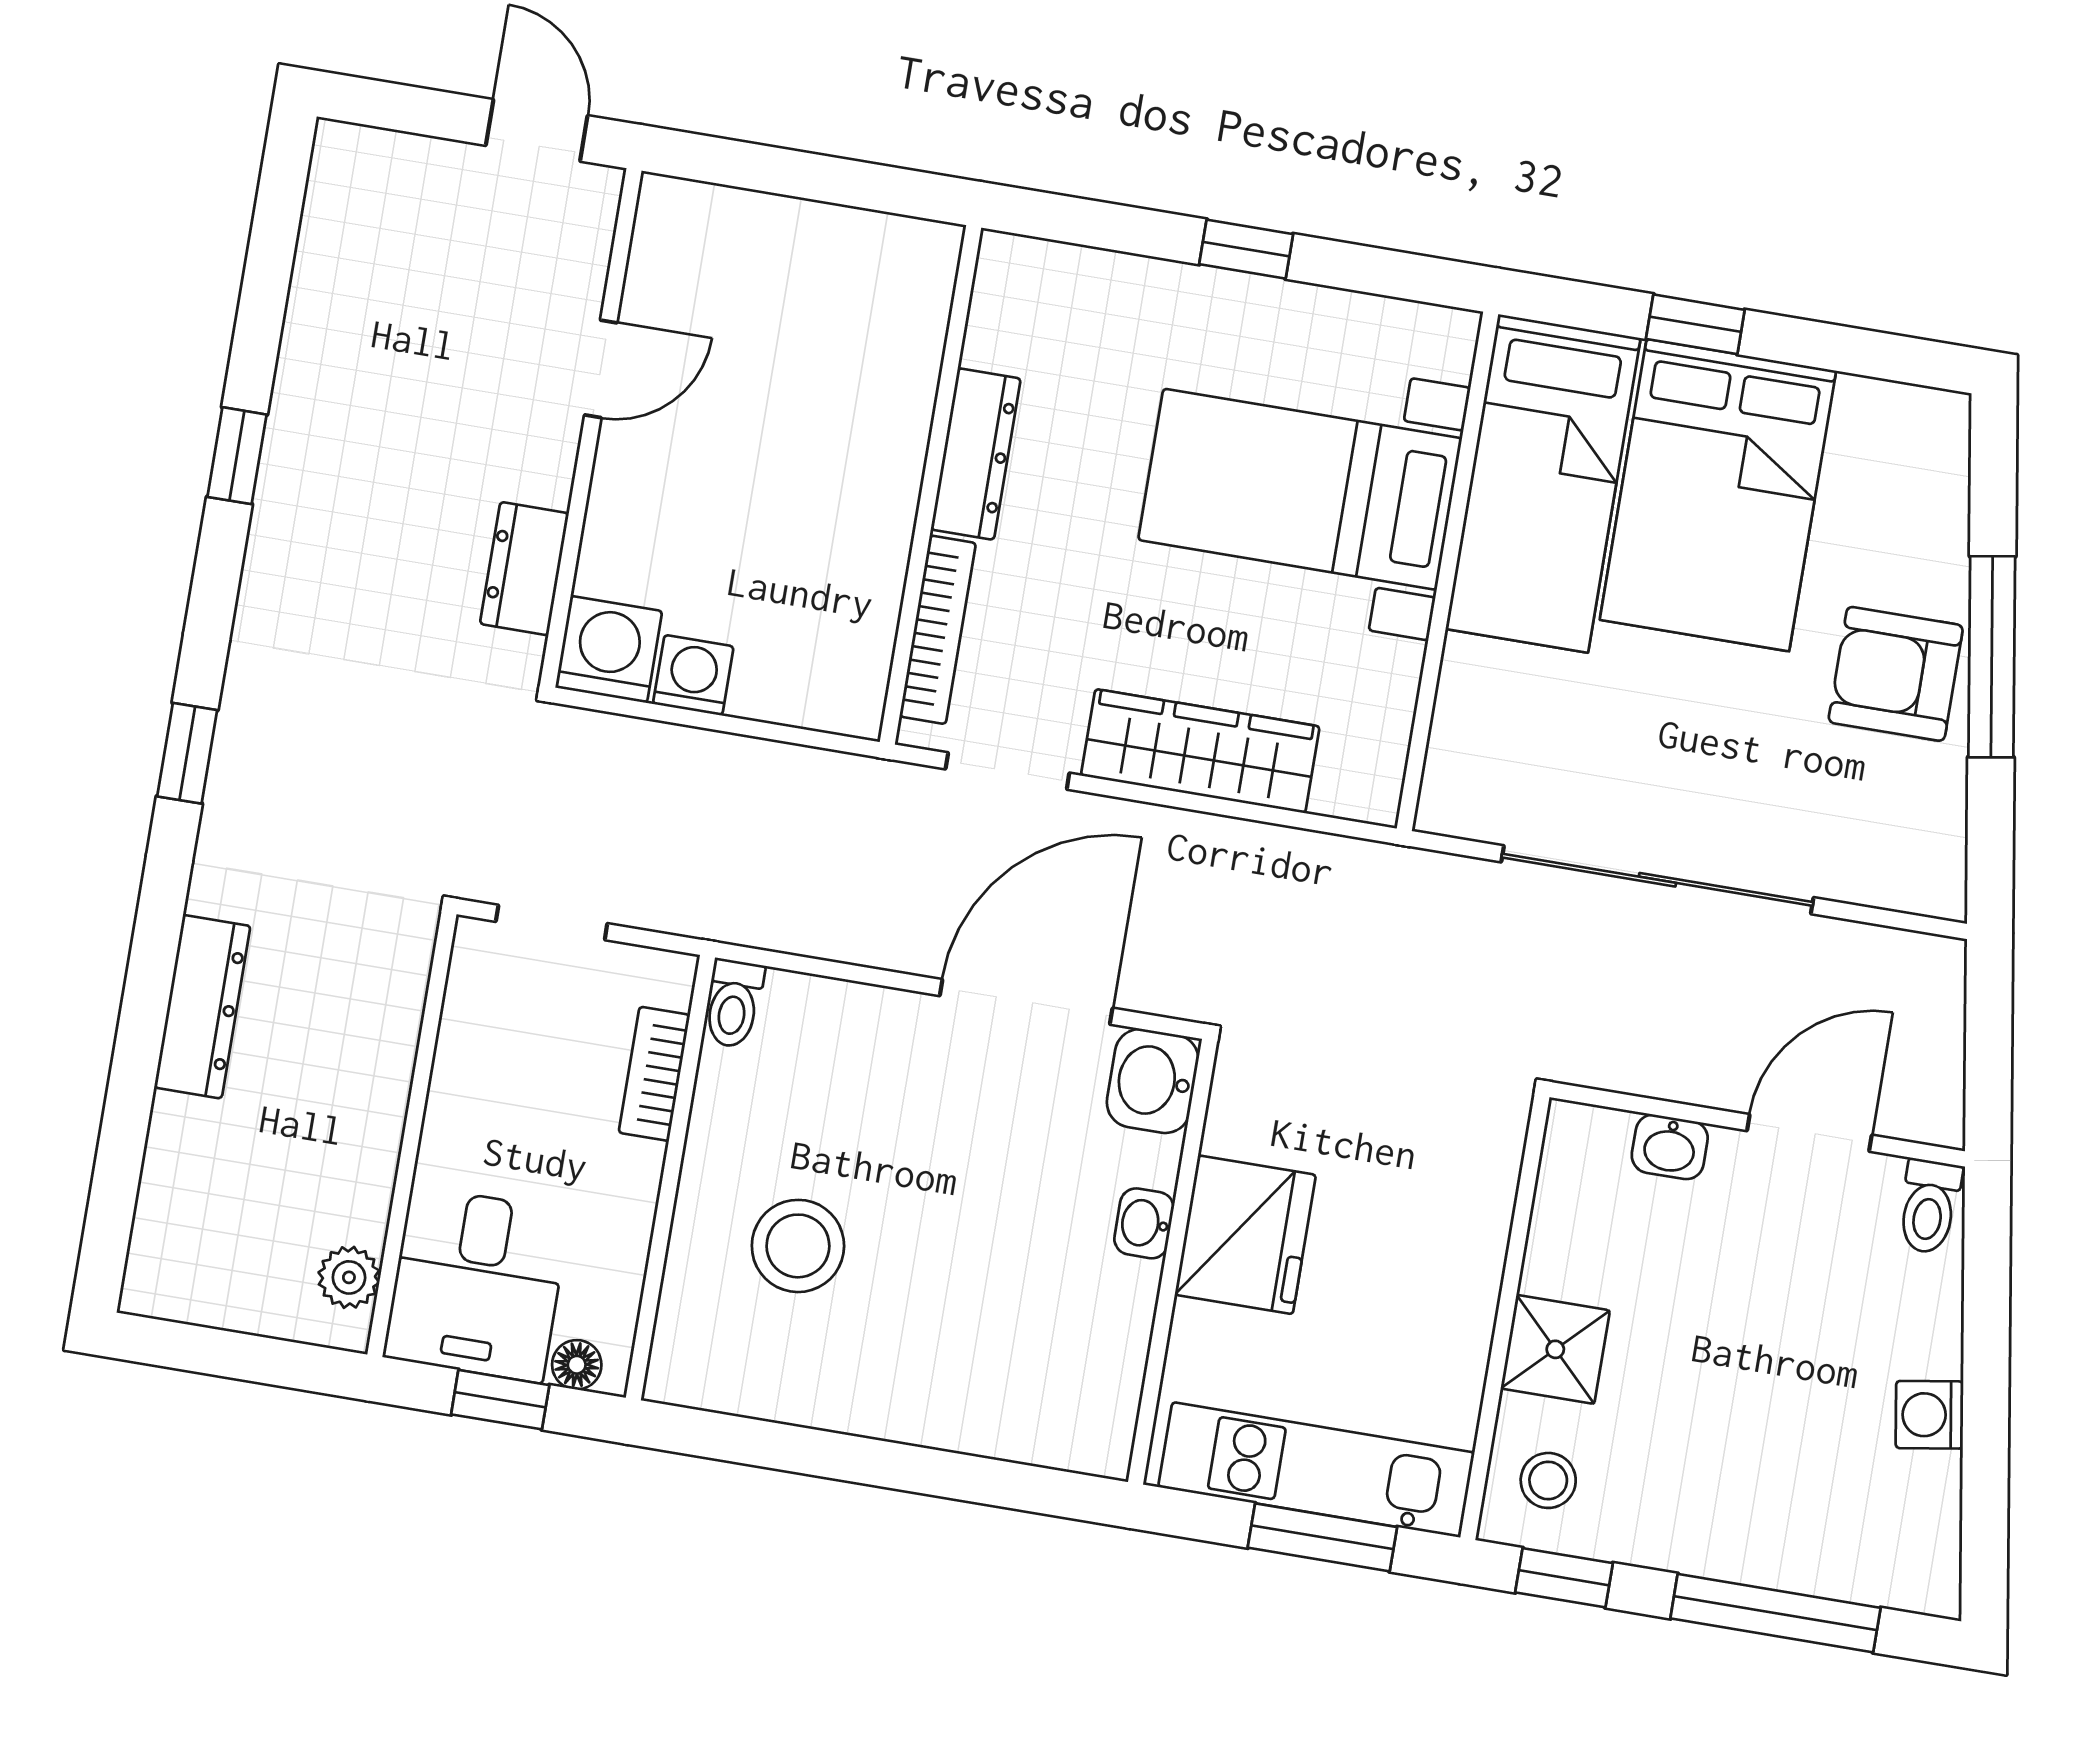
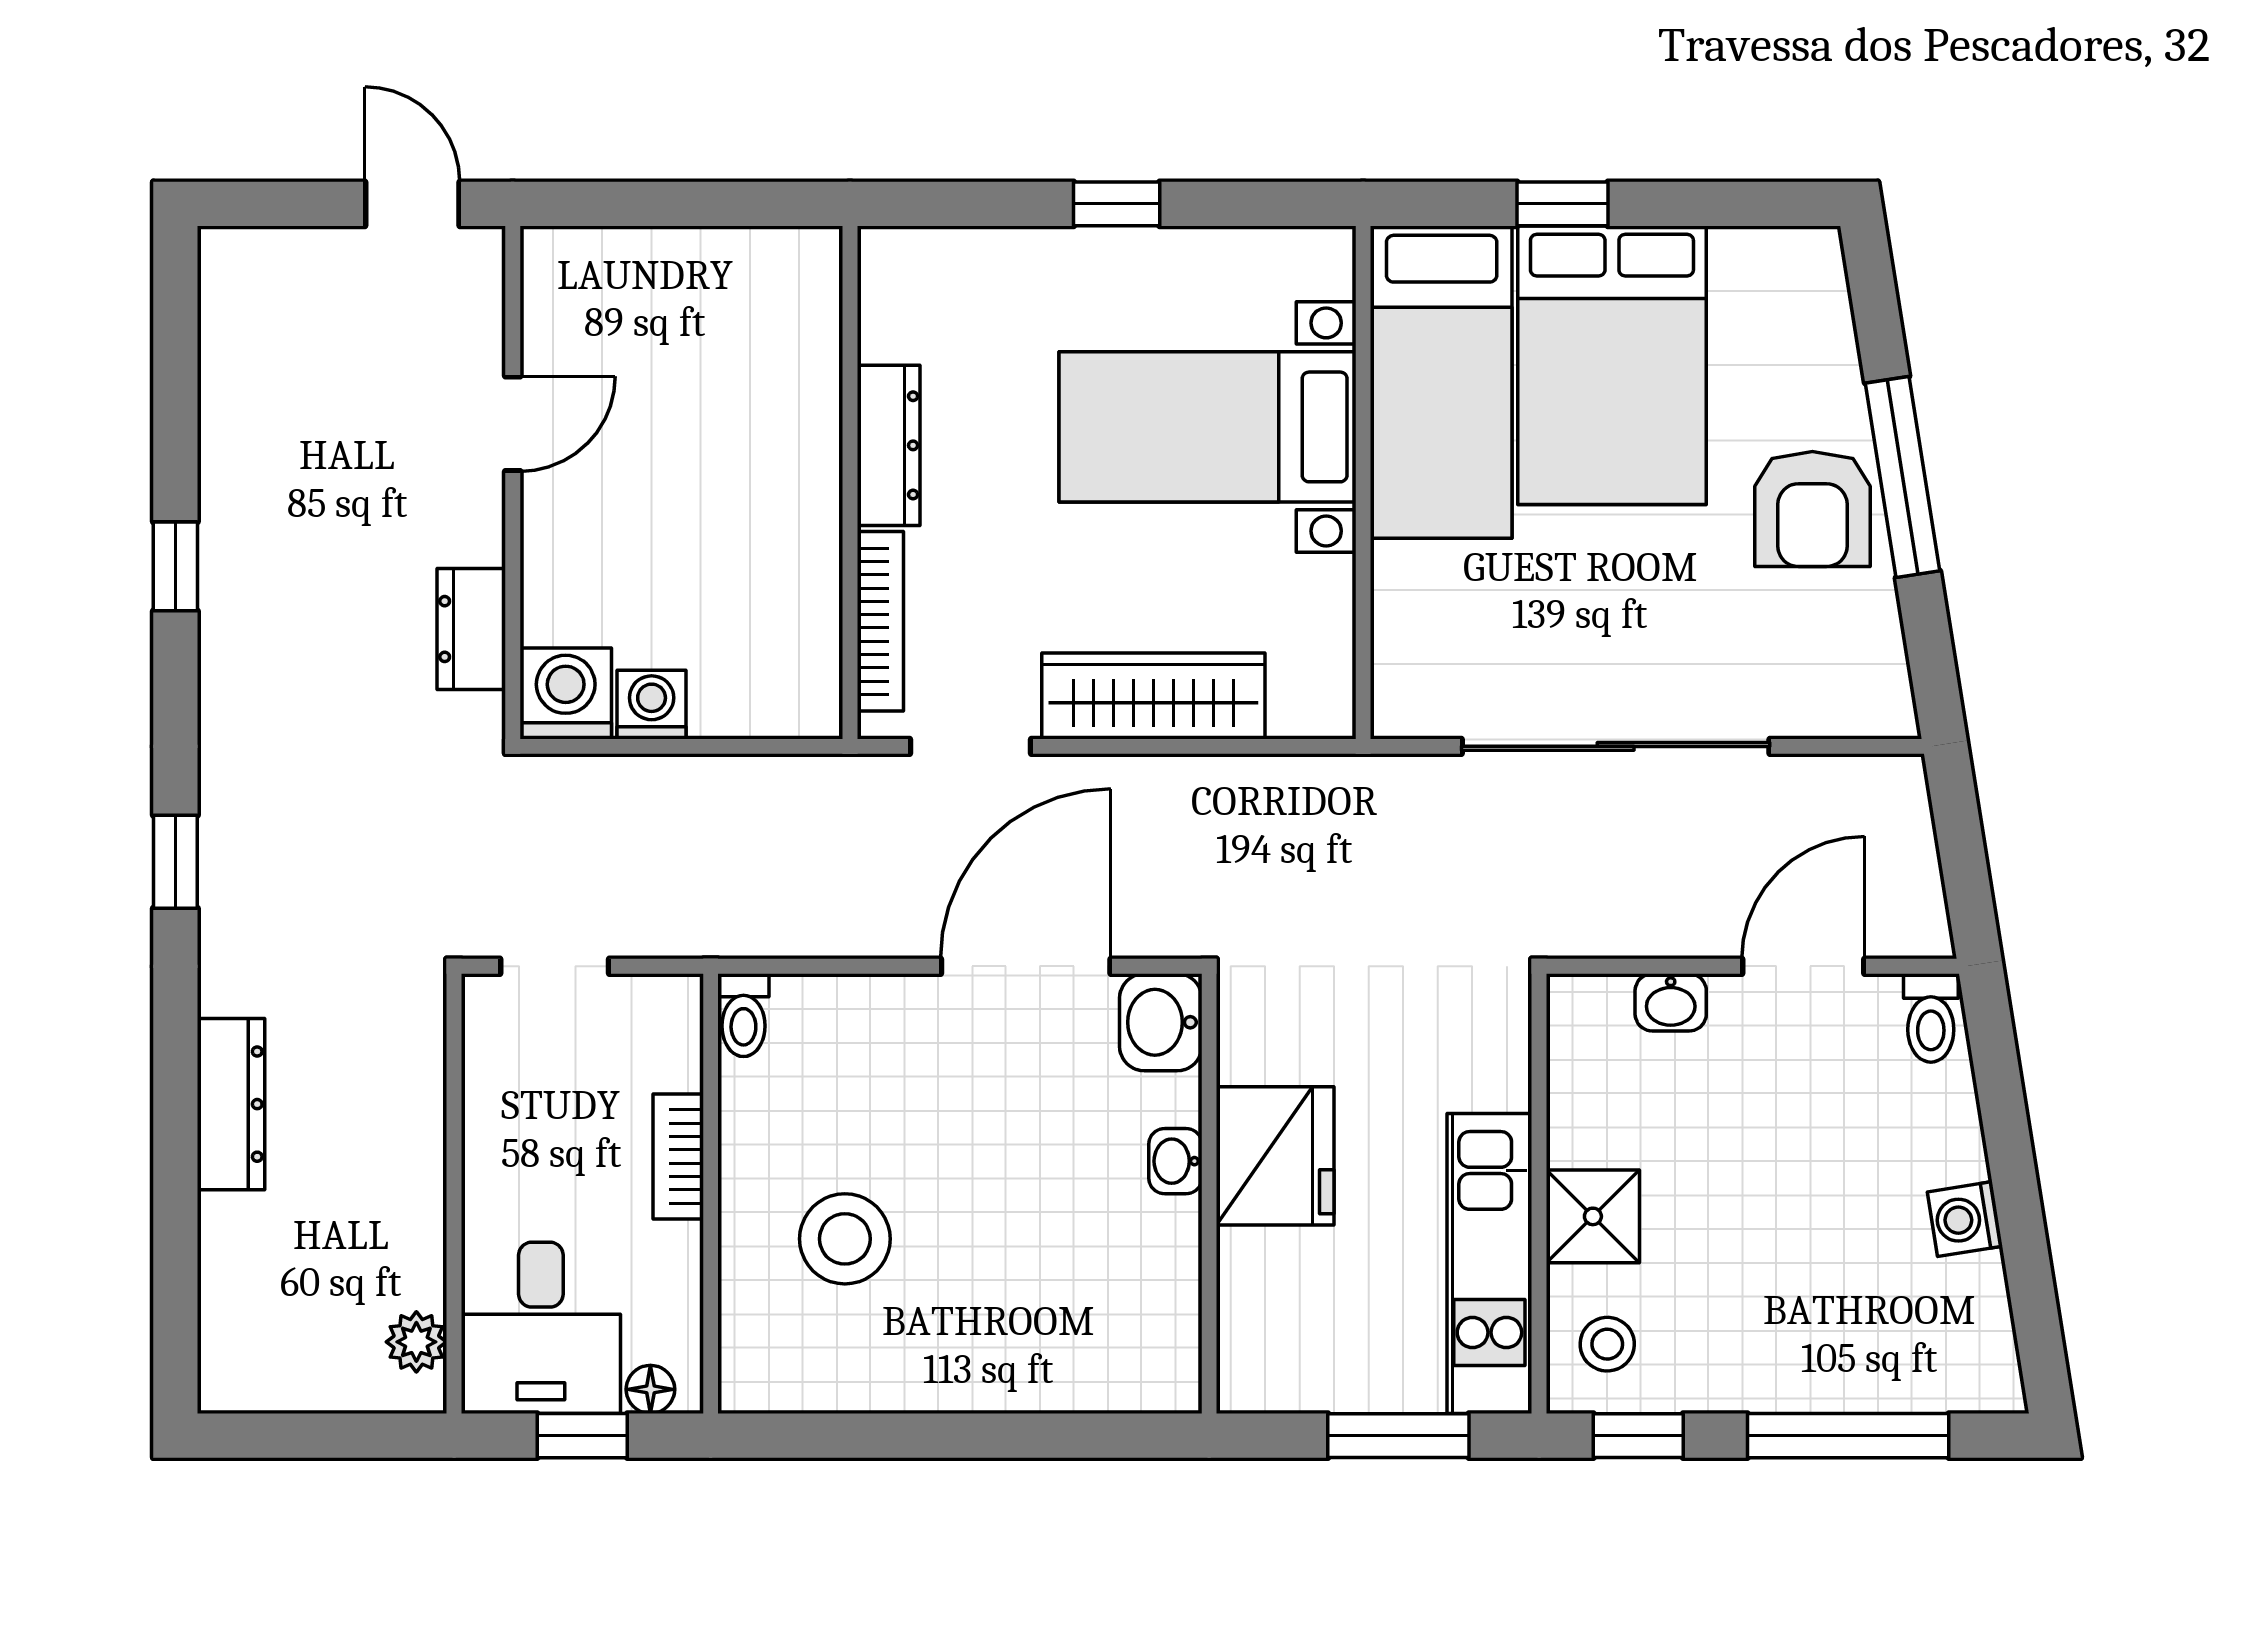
armchair: (1896, 674) -> (1812, 509), turned -90
bookcase: (654, 1074) -> (678, 1157), moved
kitchen unit: (1316, 1470) -> (1489, 1263), moved, turned -90

